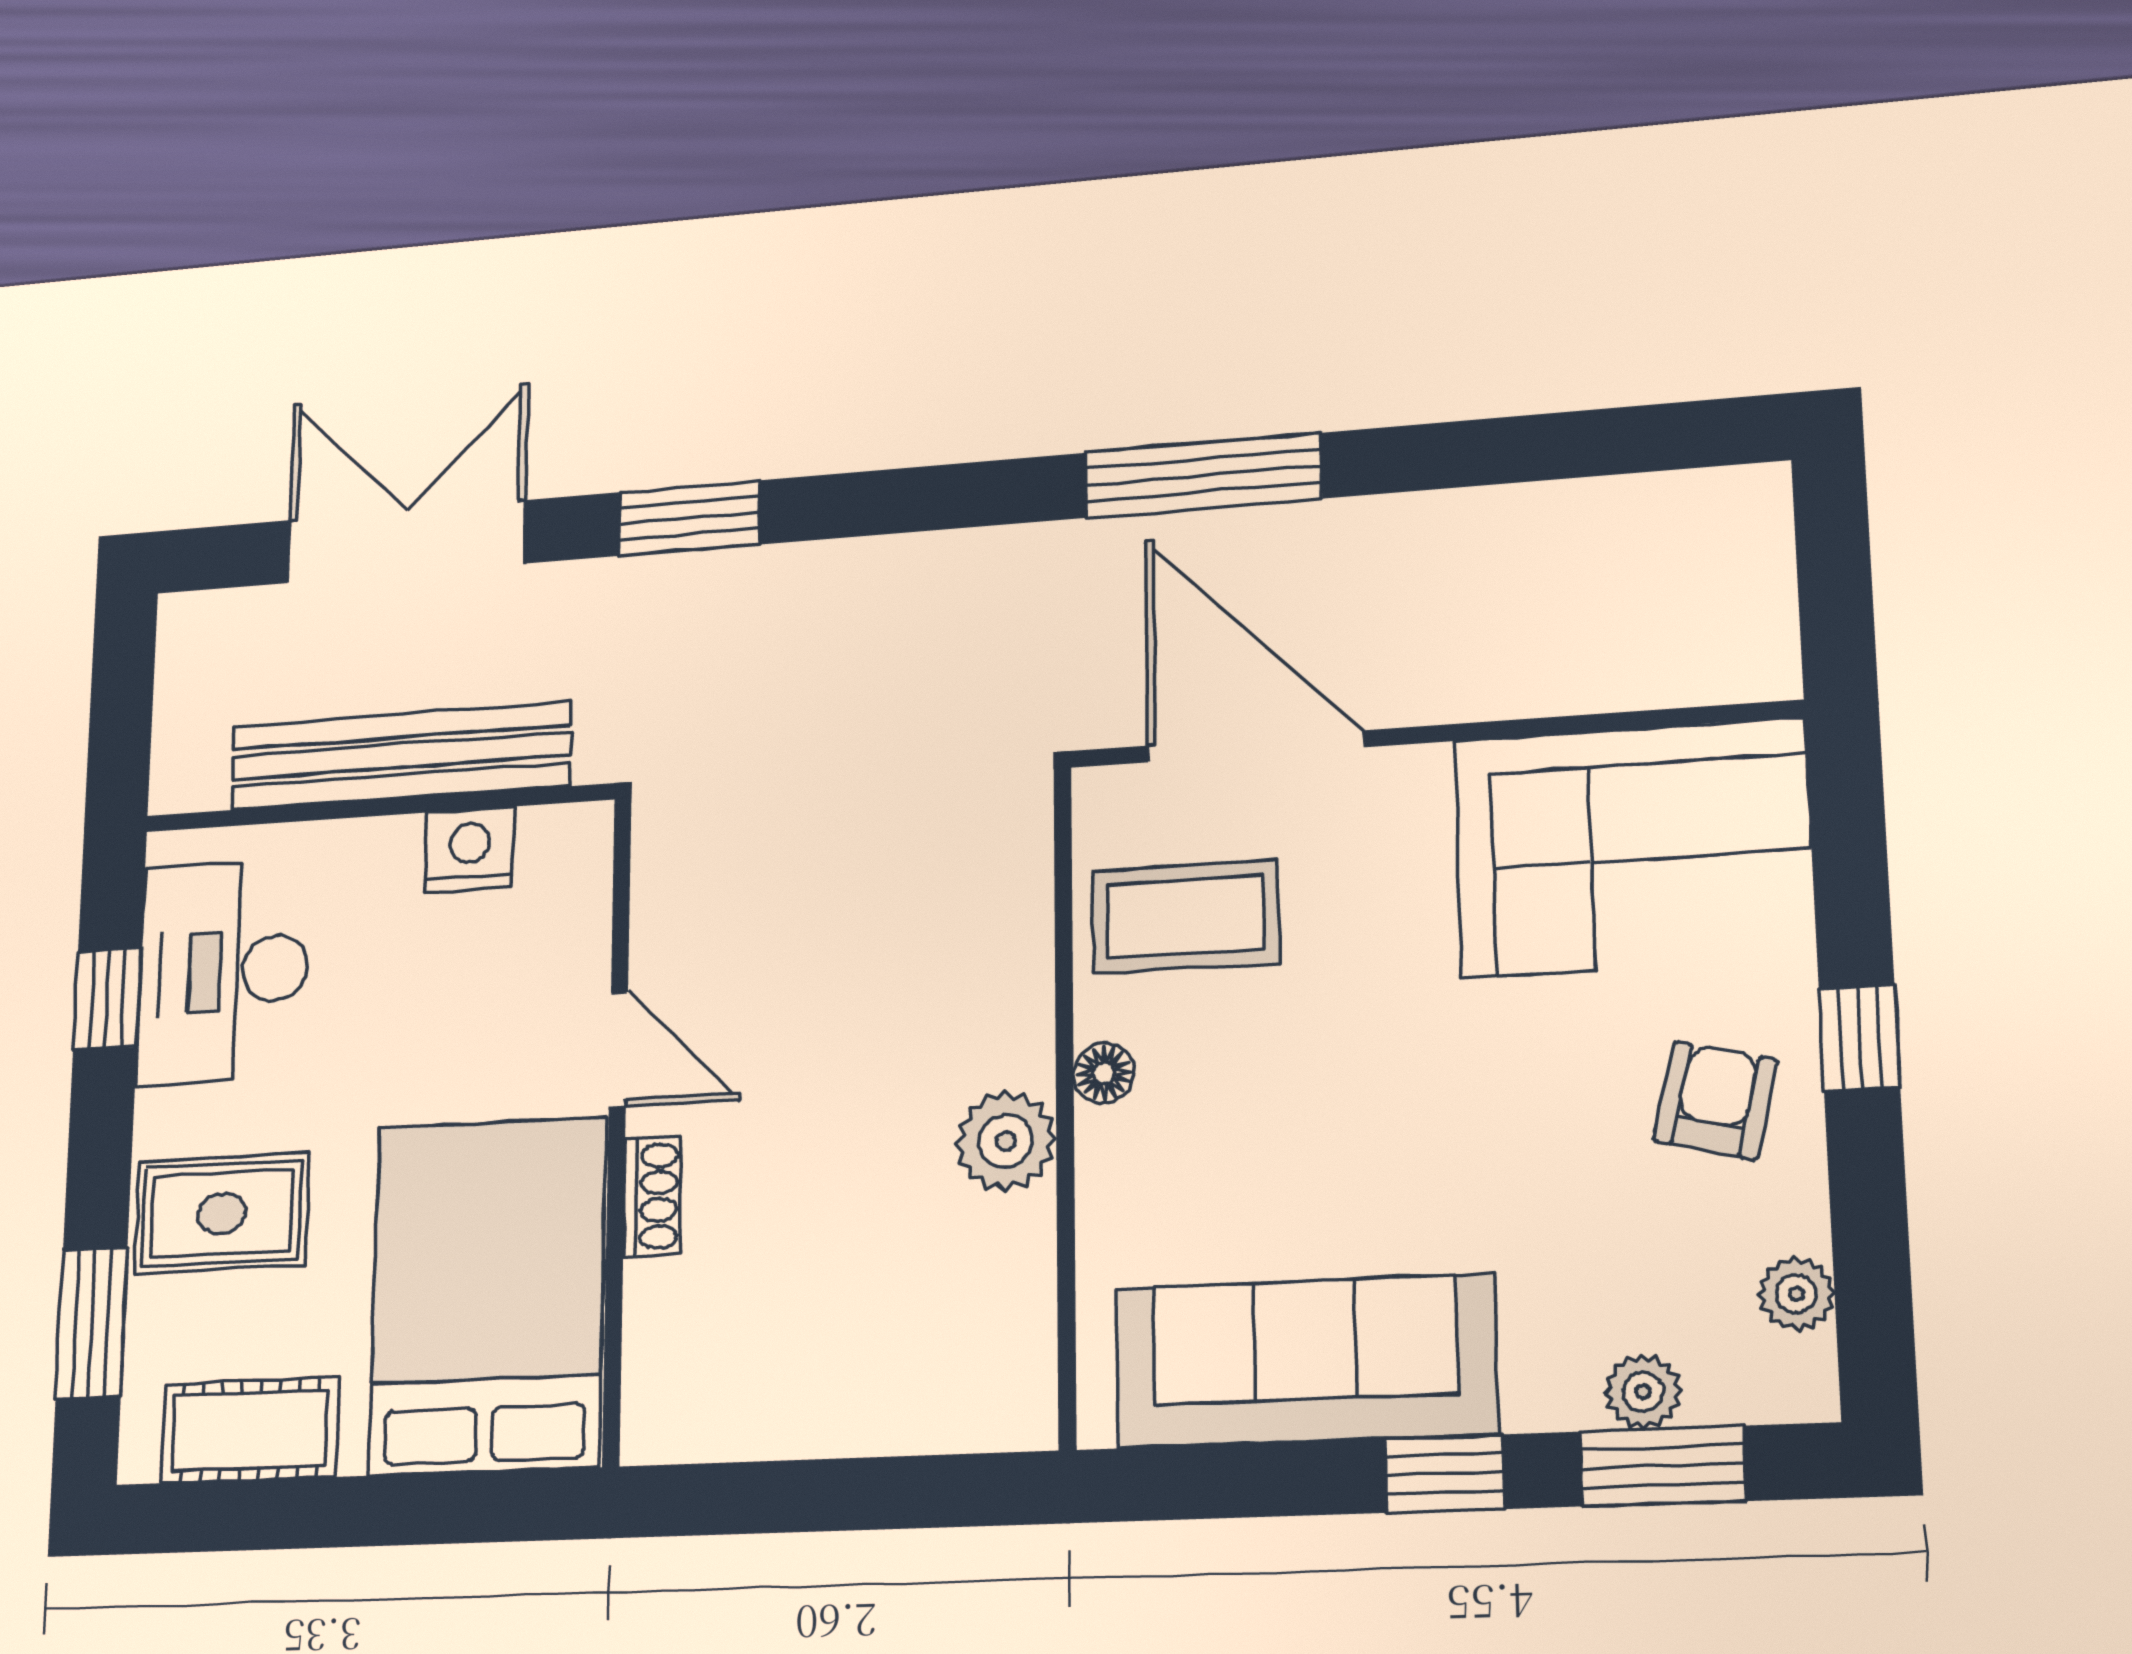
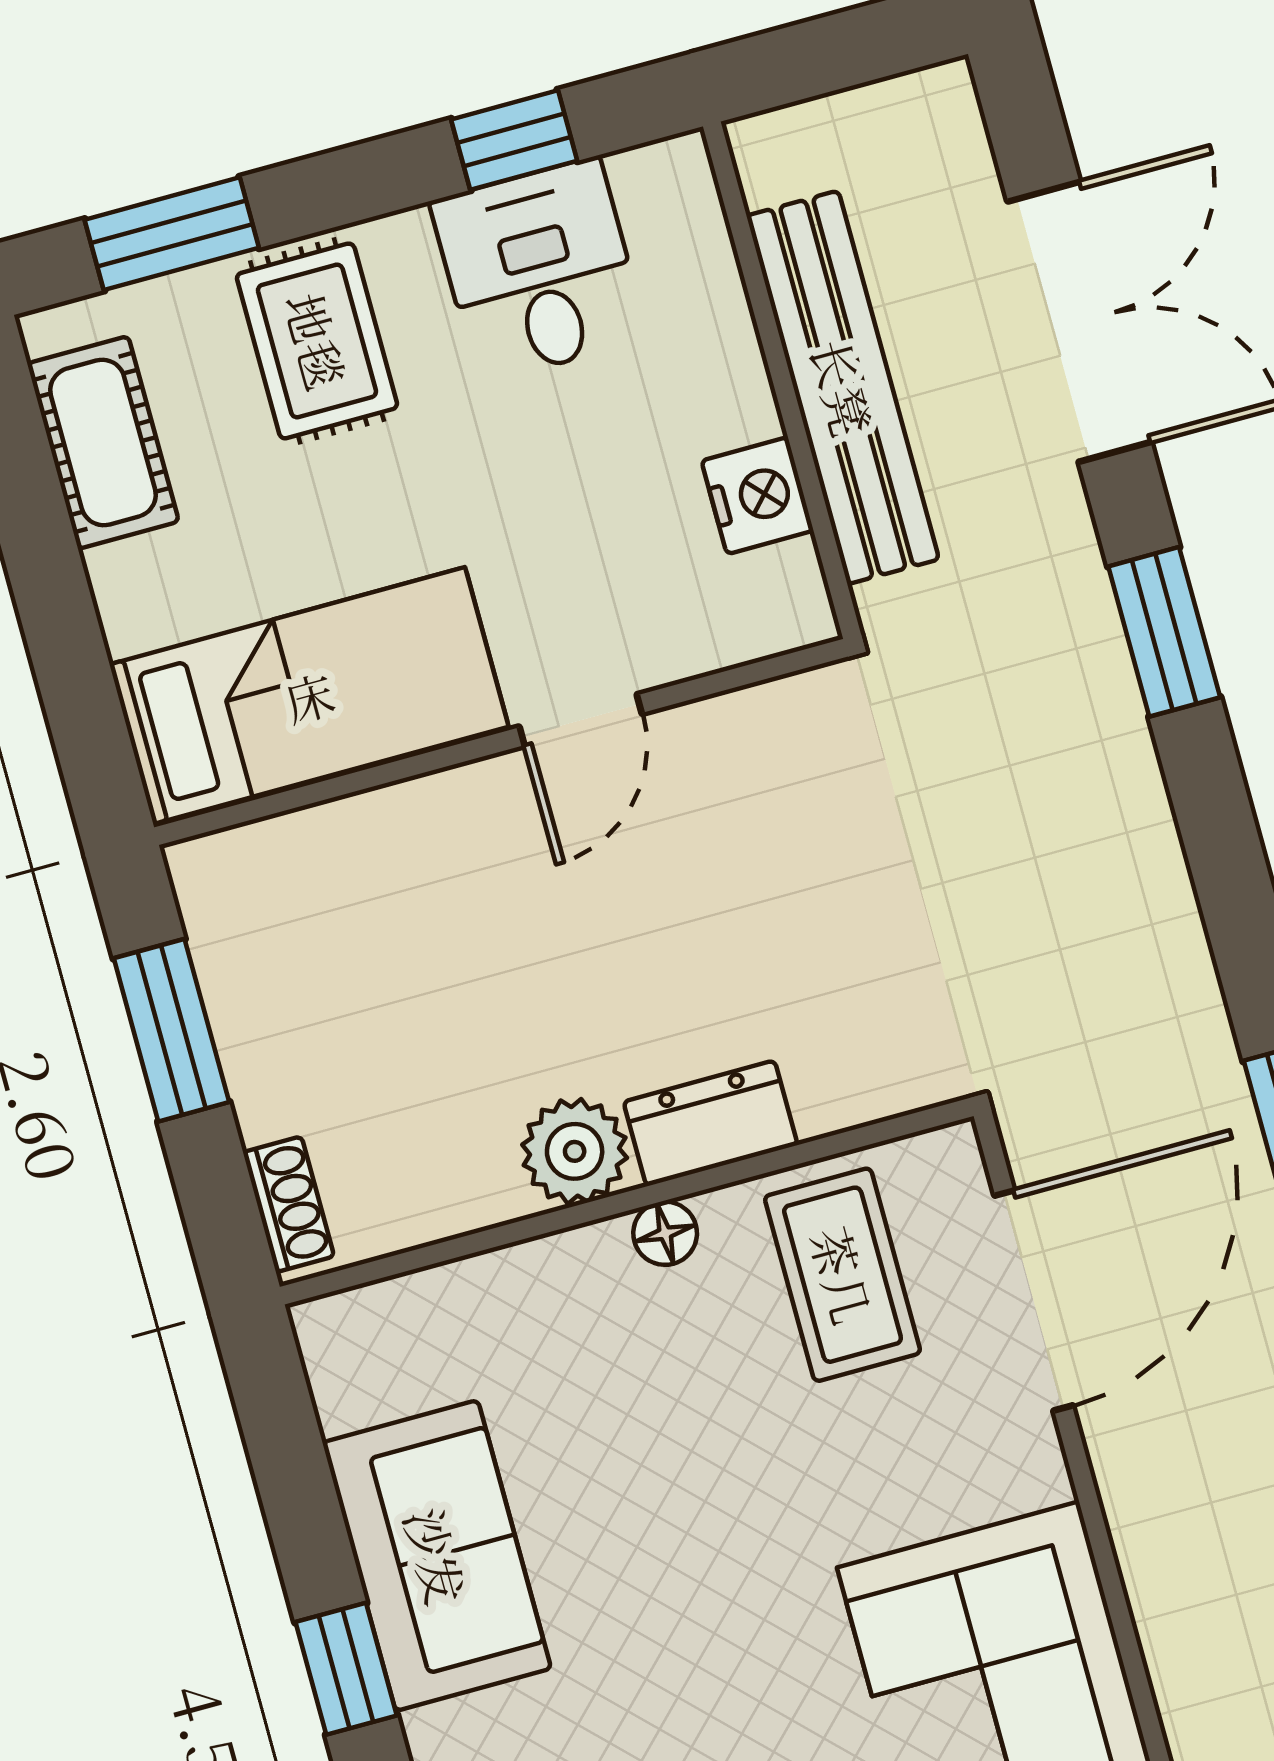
desk: (223, 972) -> (539, 270), width x0.73
dresser: (1013, 1009) -> (711, 1123), added
shoe rack: (652, 1197) -> (289, 1204), moved, turned -90
bed: (488, 1295) -> (309, 696), width x0.67
sofa: (1305, 1361) -> (437, 1556), width x0.73
window: (791, 1496) -> (171, 1030), added

